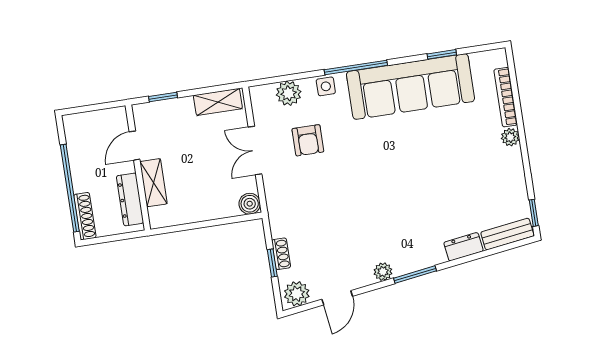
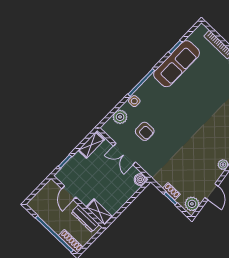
sofa: (411, 87) -> (177, 64), width x0.74, depth x0.79
shelving: (154, 183) -> (99, 212), moved

